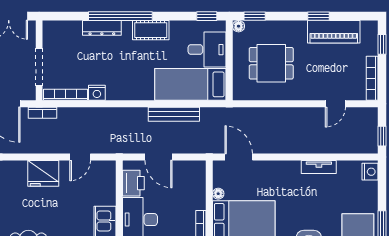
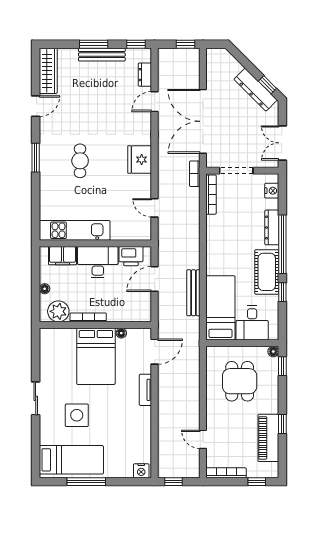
window: (207, 16) -> (282, 292), moved
cot: (151, 30) -> (267, 272), width x1.37, depth x1.34
nightstand: (97, 93) -> (272, 191), moved, turned 180
tv unit: (319, 167) -> (145, 390), moved
fridge: (43, 173) -> (140, 160), moved

